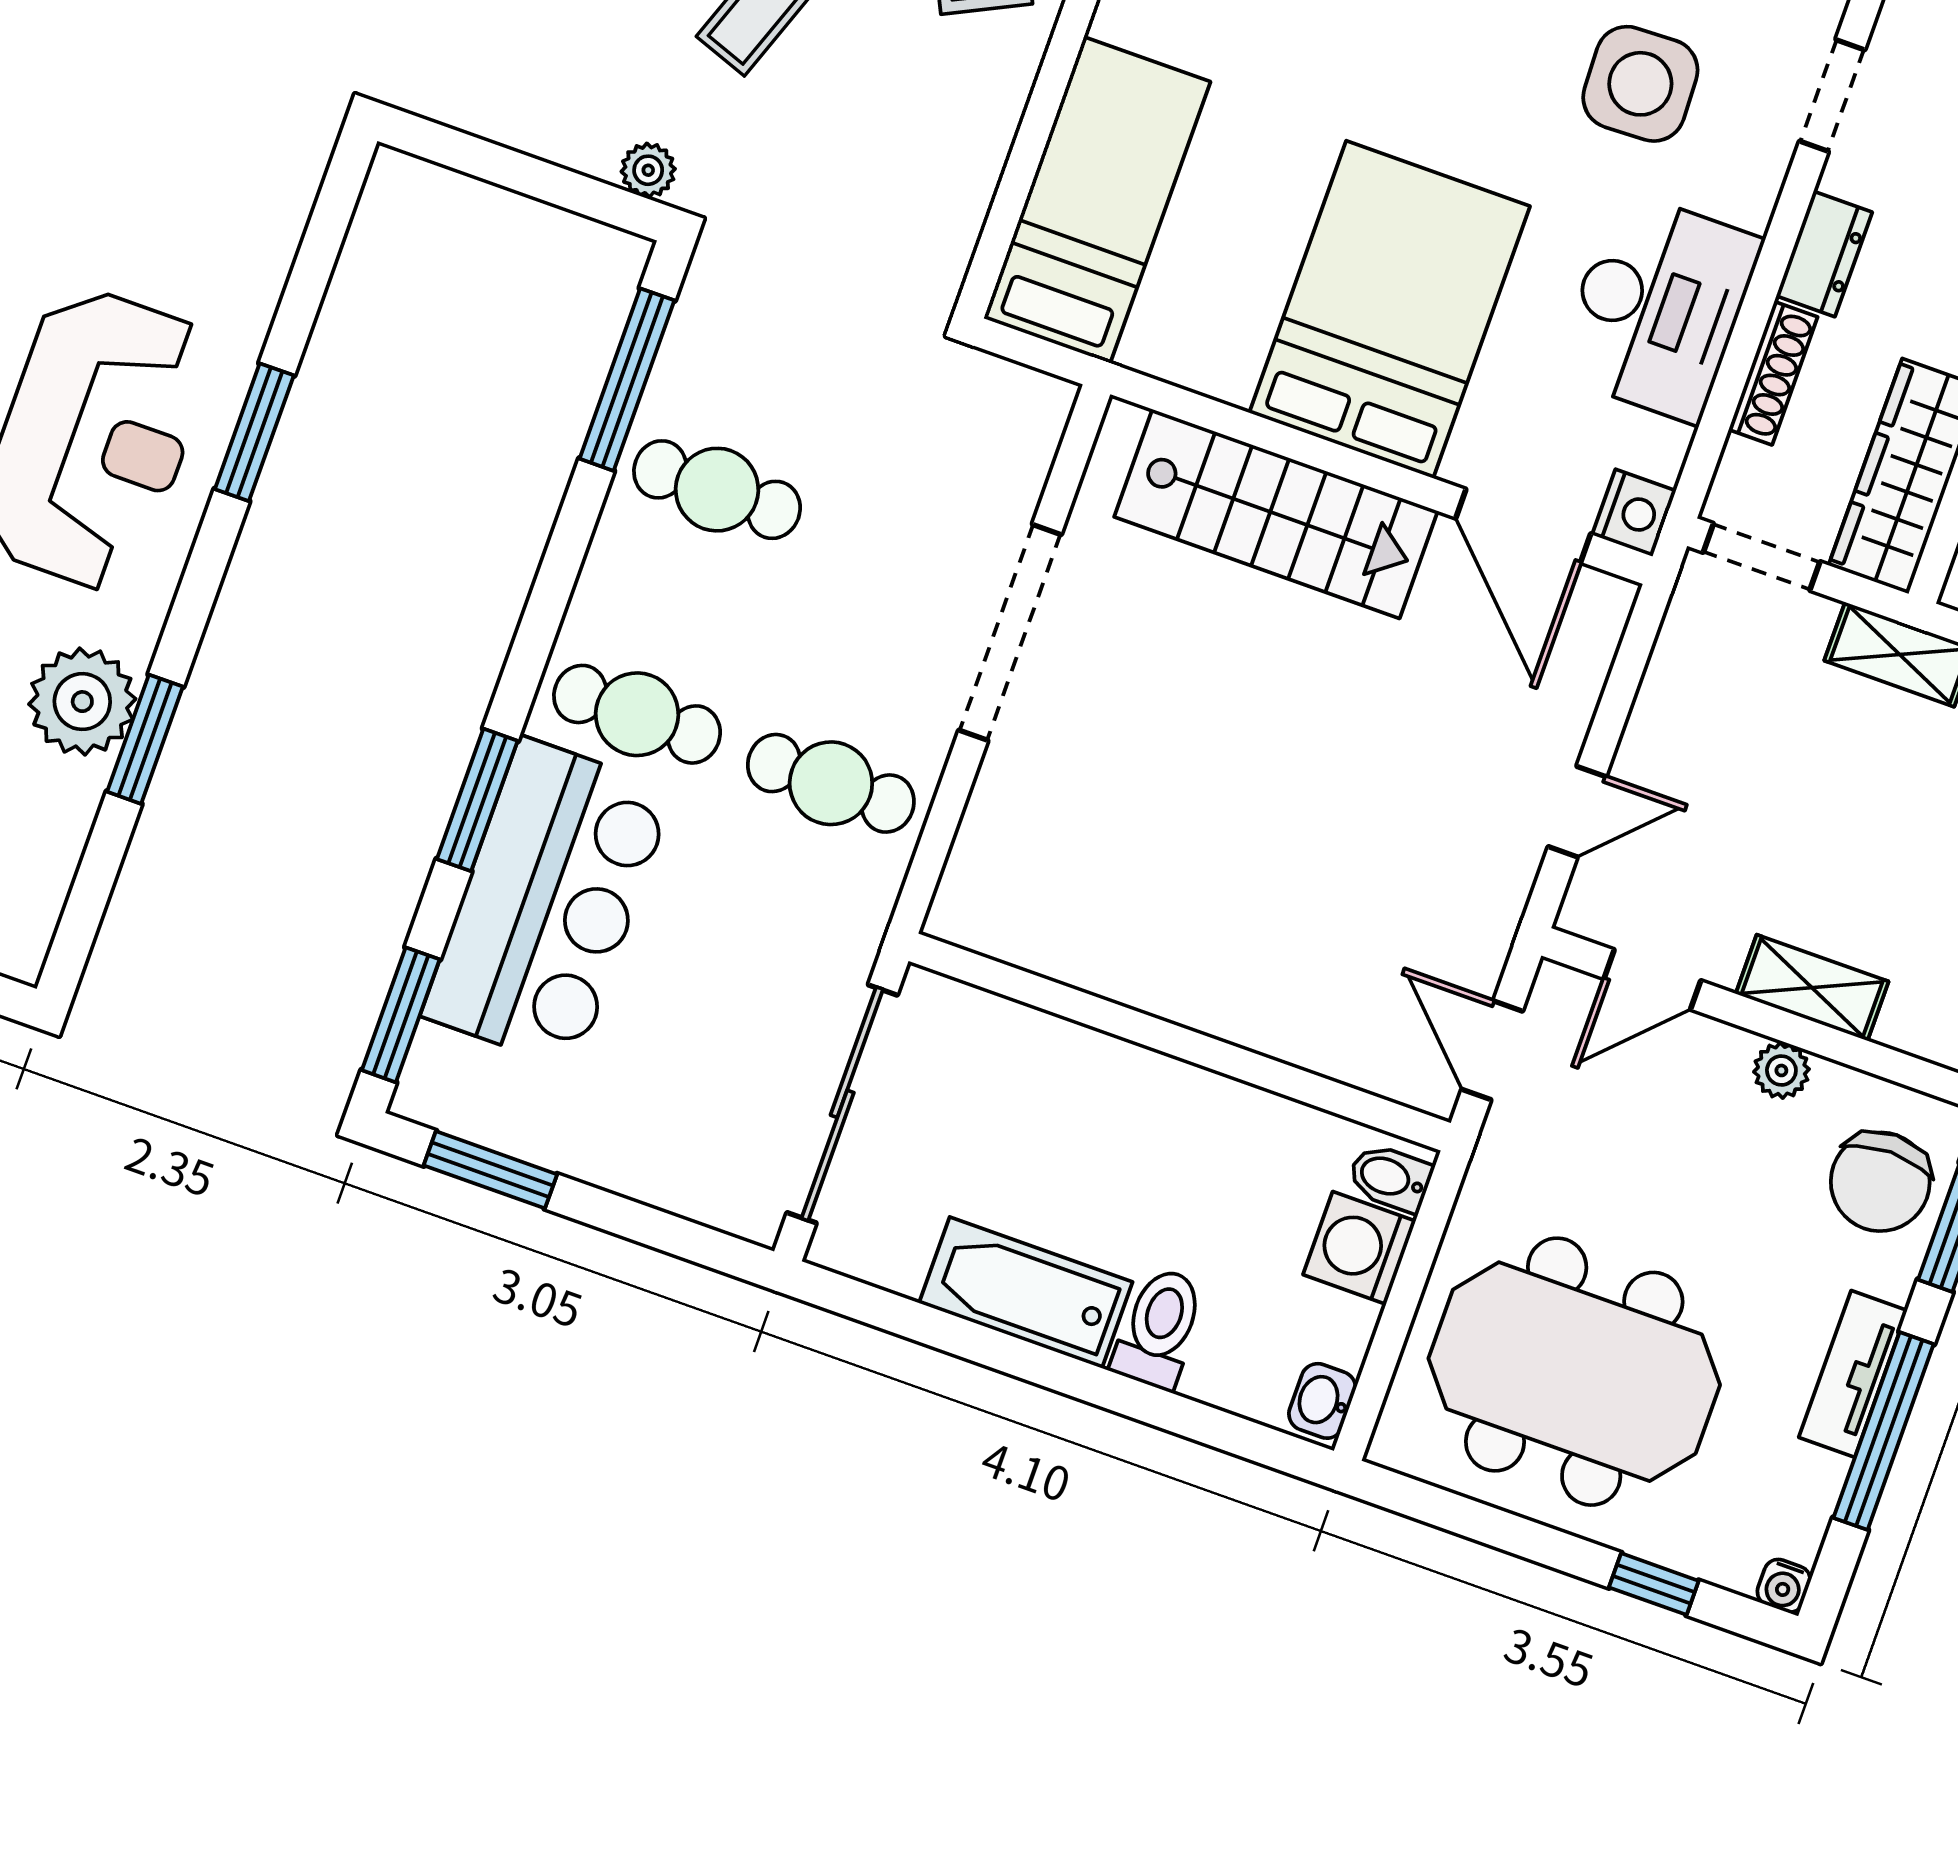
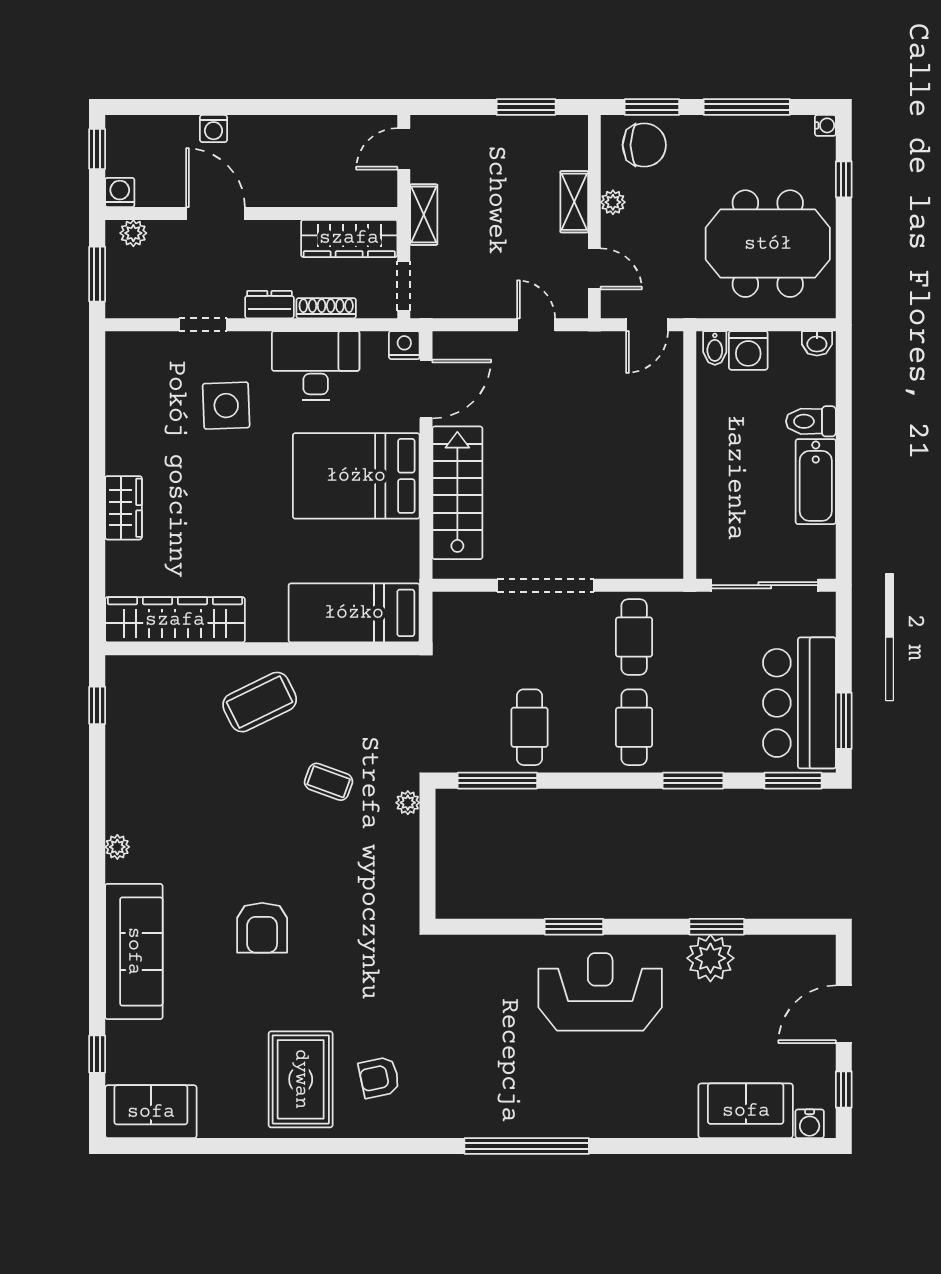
bar counter: (548, 903) -> (799, 703), moved, turned -90
meeting table: (1574, 1372) -> (768, 244), turned 90
tv unit: (1853, 1374) -> (728, 128), removed

